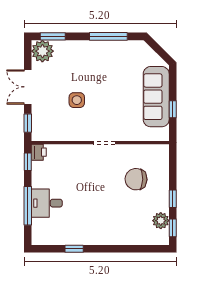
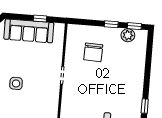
side table: (77, 100) -> (16, 83), moved

